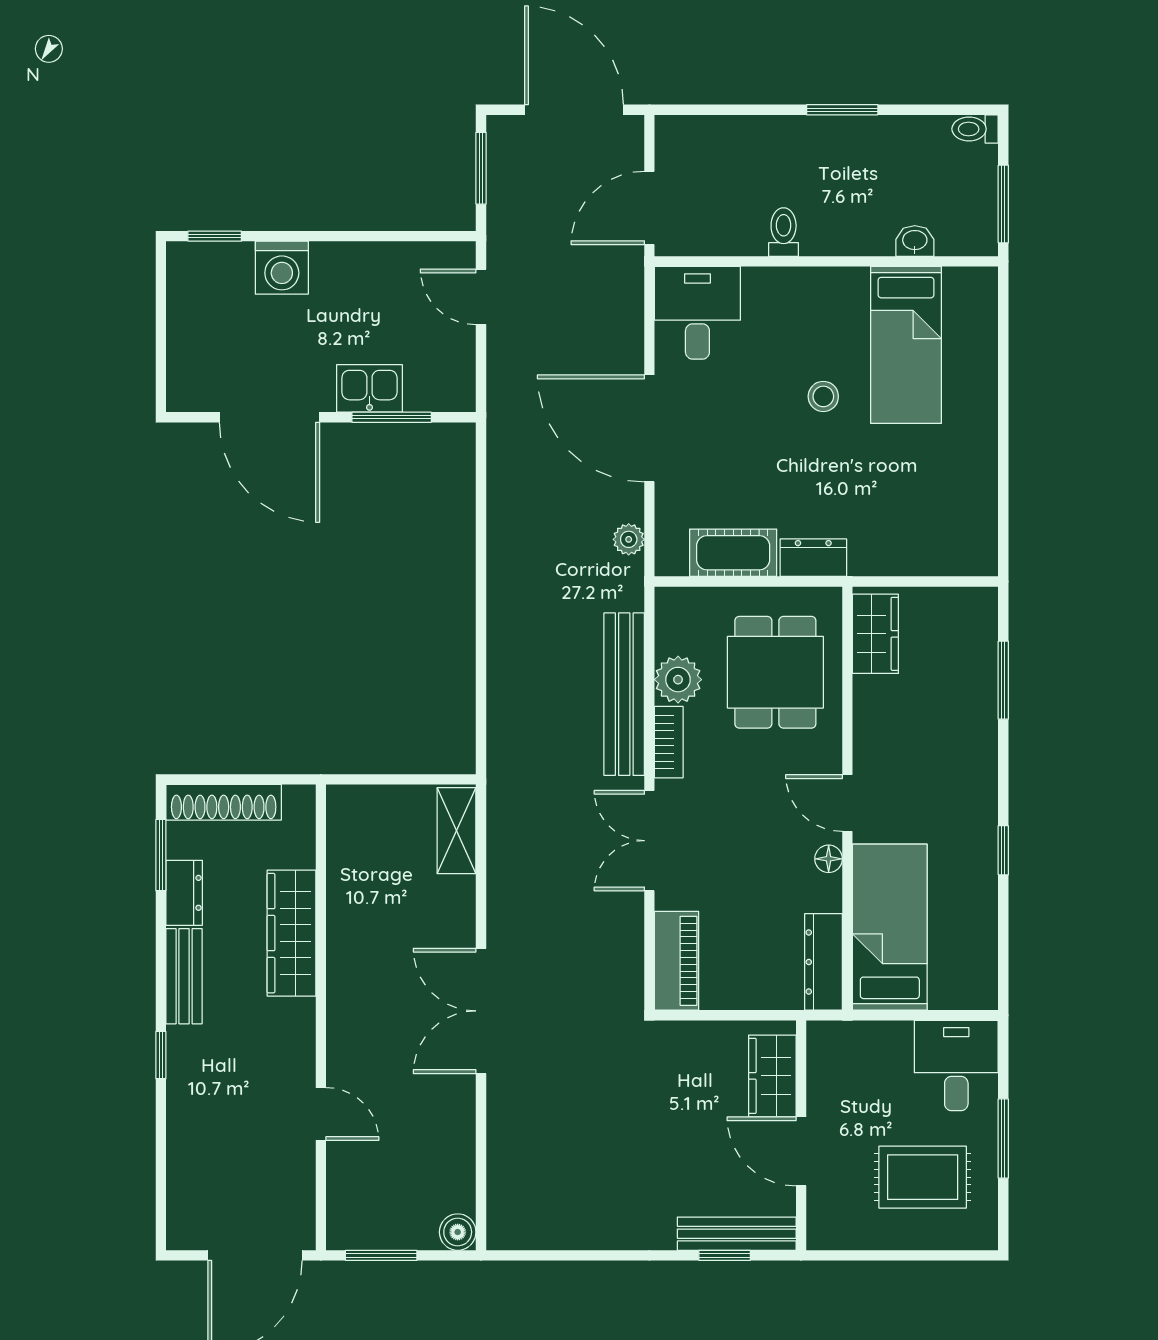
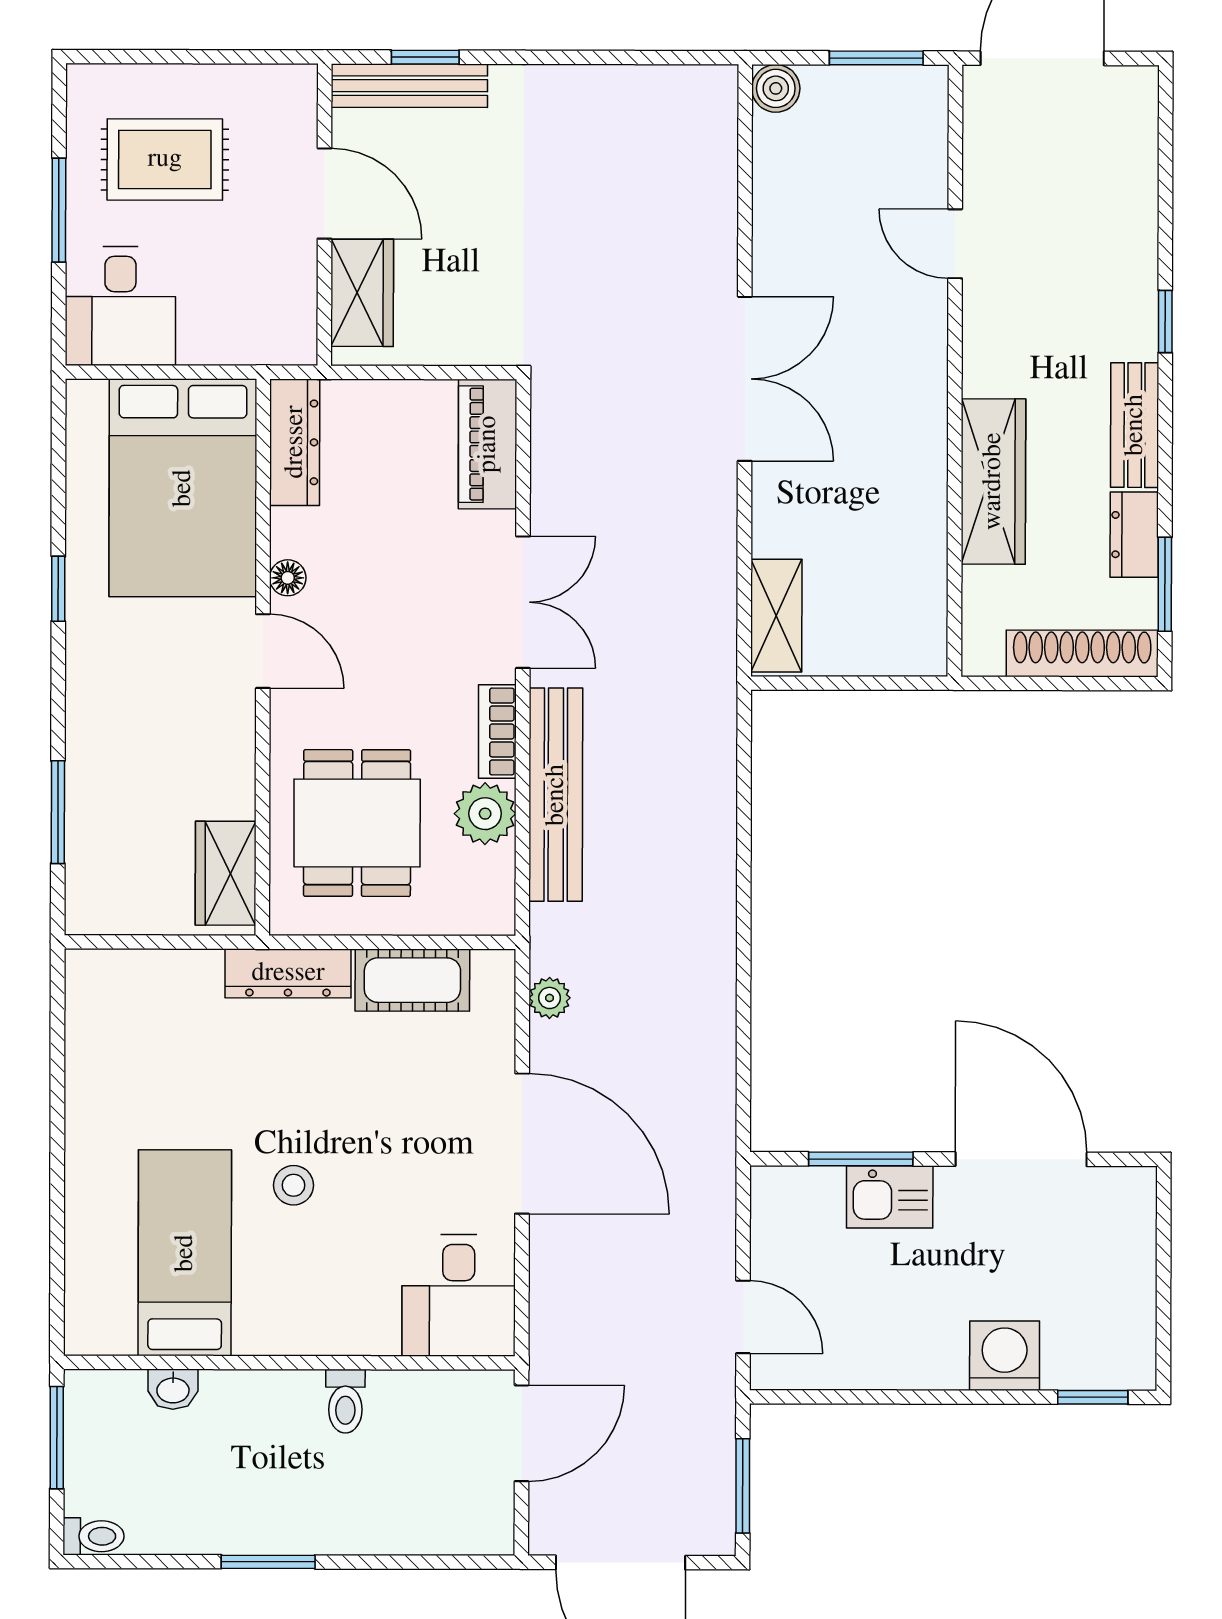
dresser: (813, 558) -> (288, 973), width x1.44
bed: (890, 927) -> (183, 488), width x1.50

